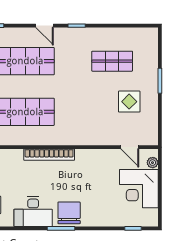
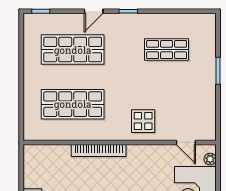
door: (45, 26) -> (94, 11), hinge flipped
display table: (129, 102) -> (143, 121), moved

